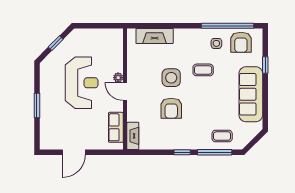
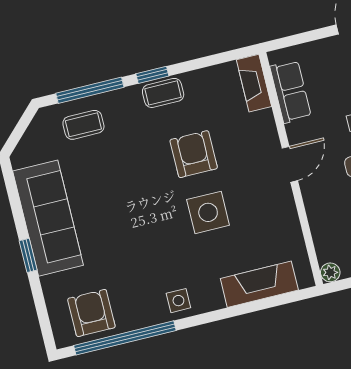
side table: (216, 43) -> (178, 301), moved
window: (265, 65) -> (28, 255), moved
coffee table: (203, 70) -> (163, 93), moved
plant: (118, 78) -> (330, 272), moved
door: (125, 92) -> (290, 164), hinge flipped

